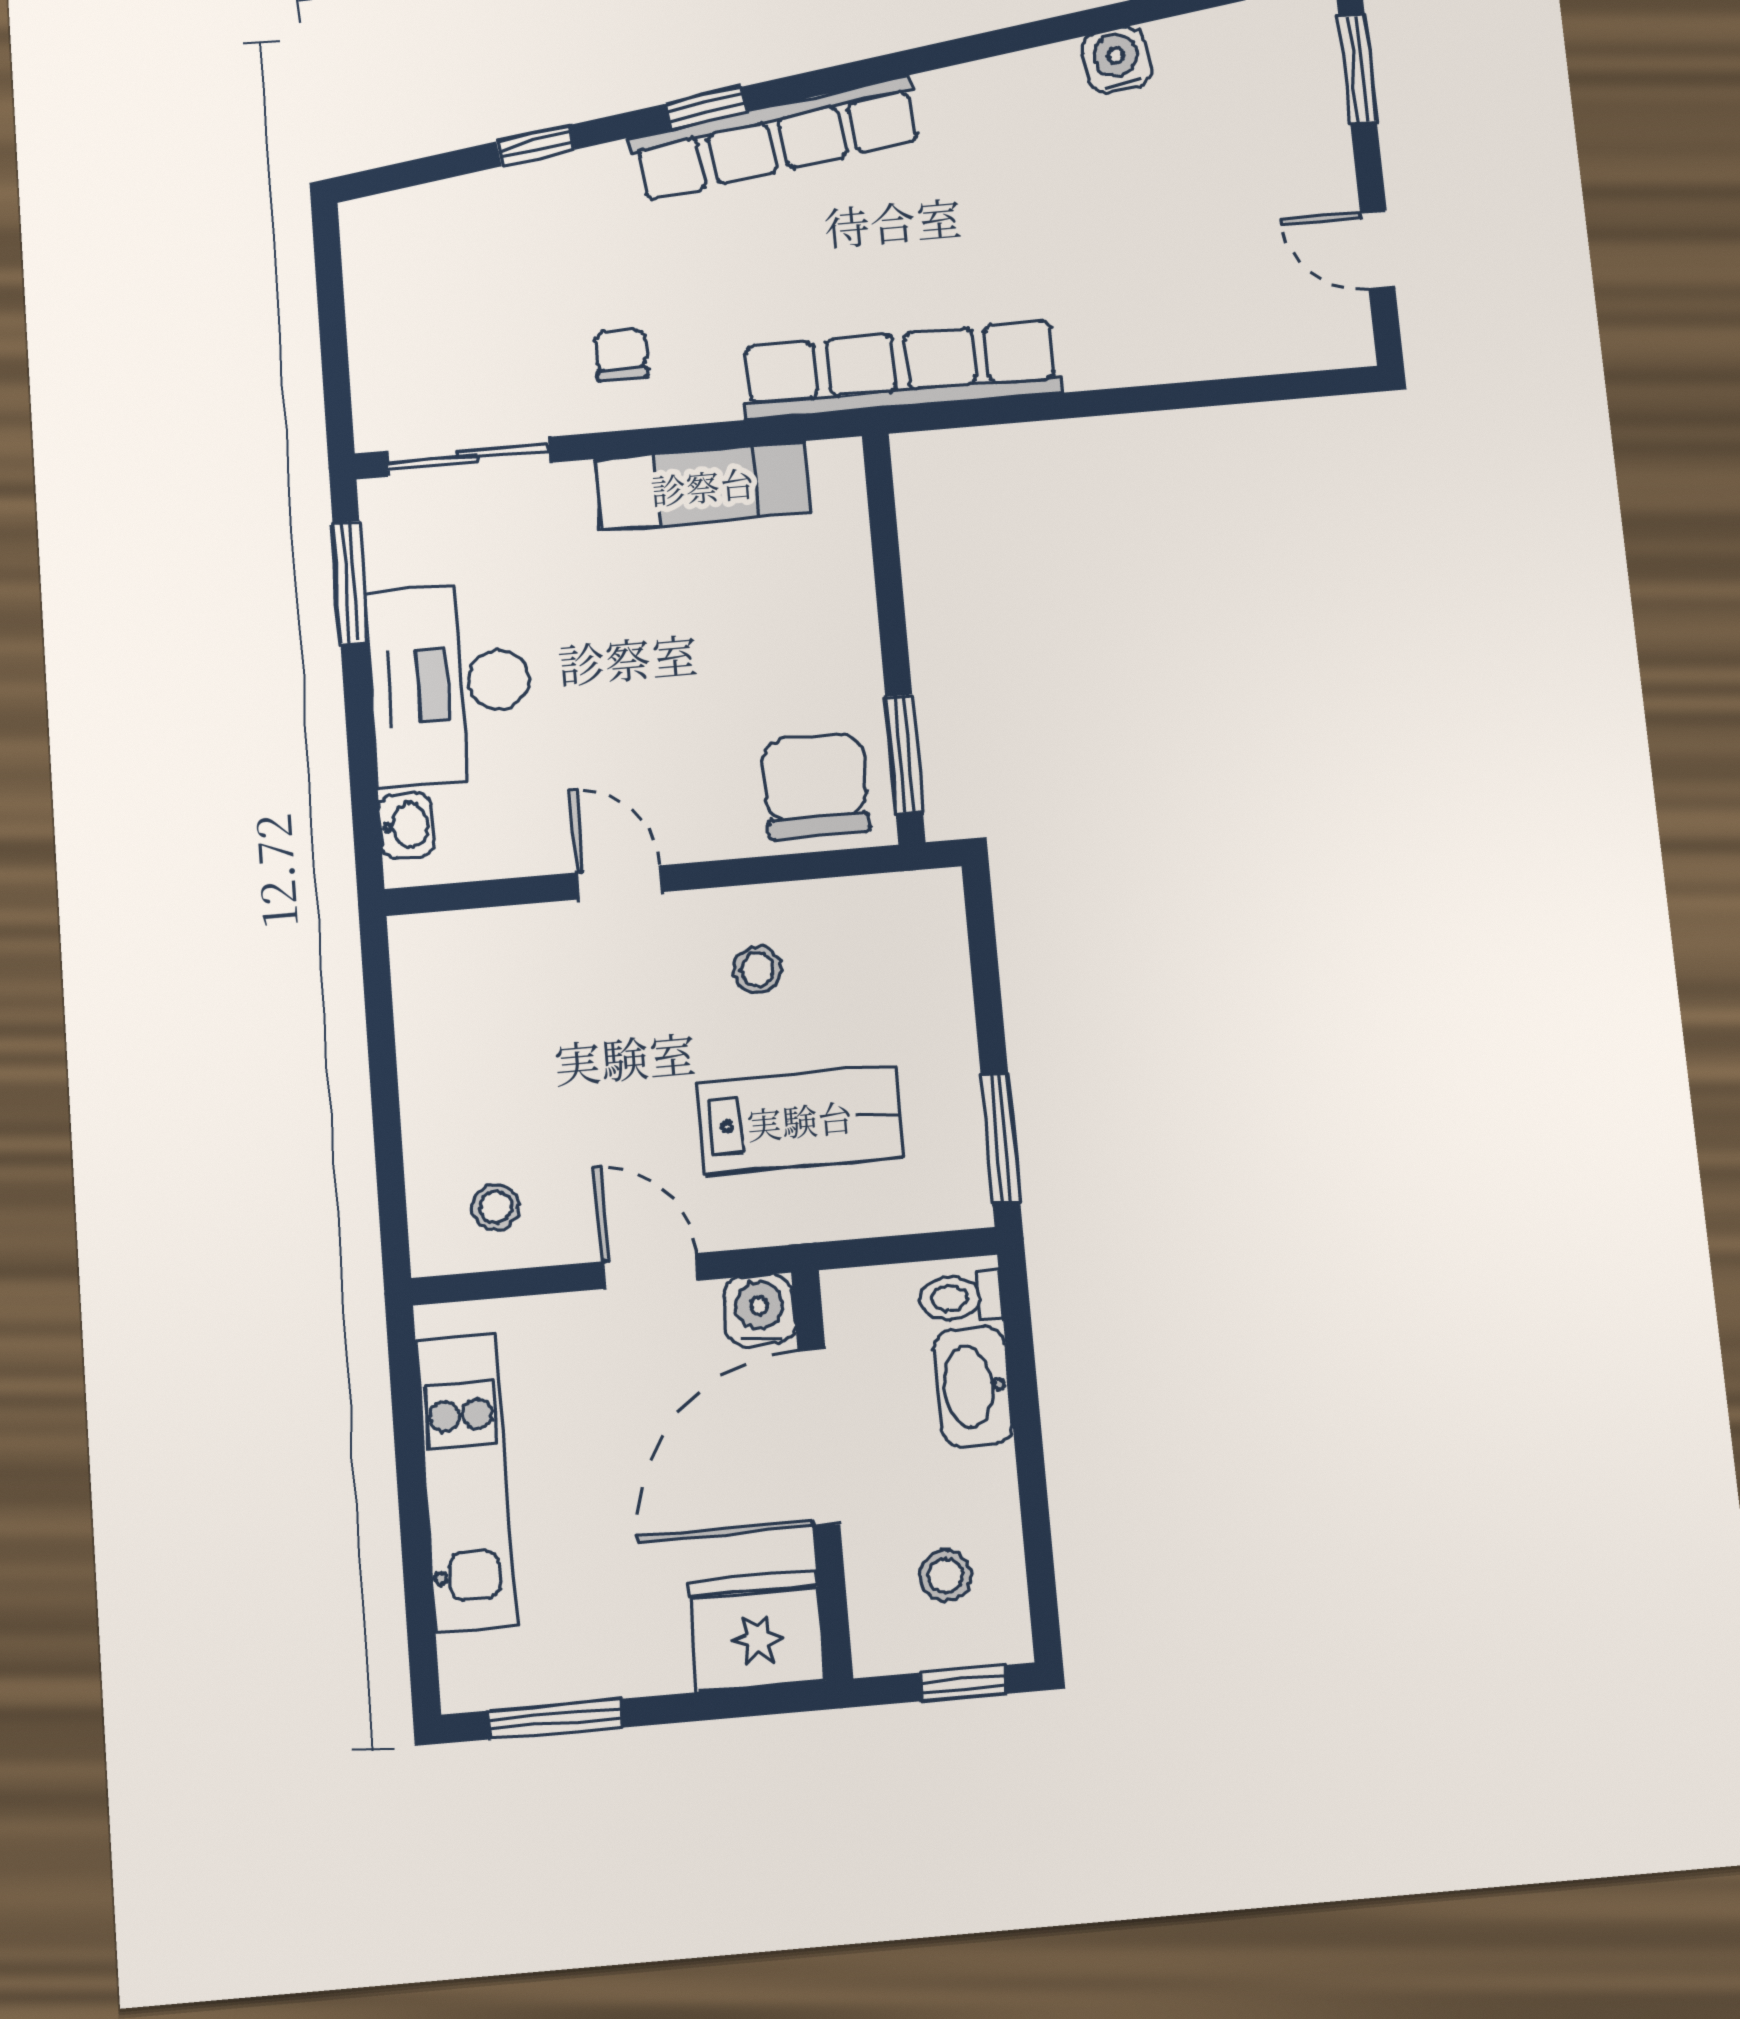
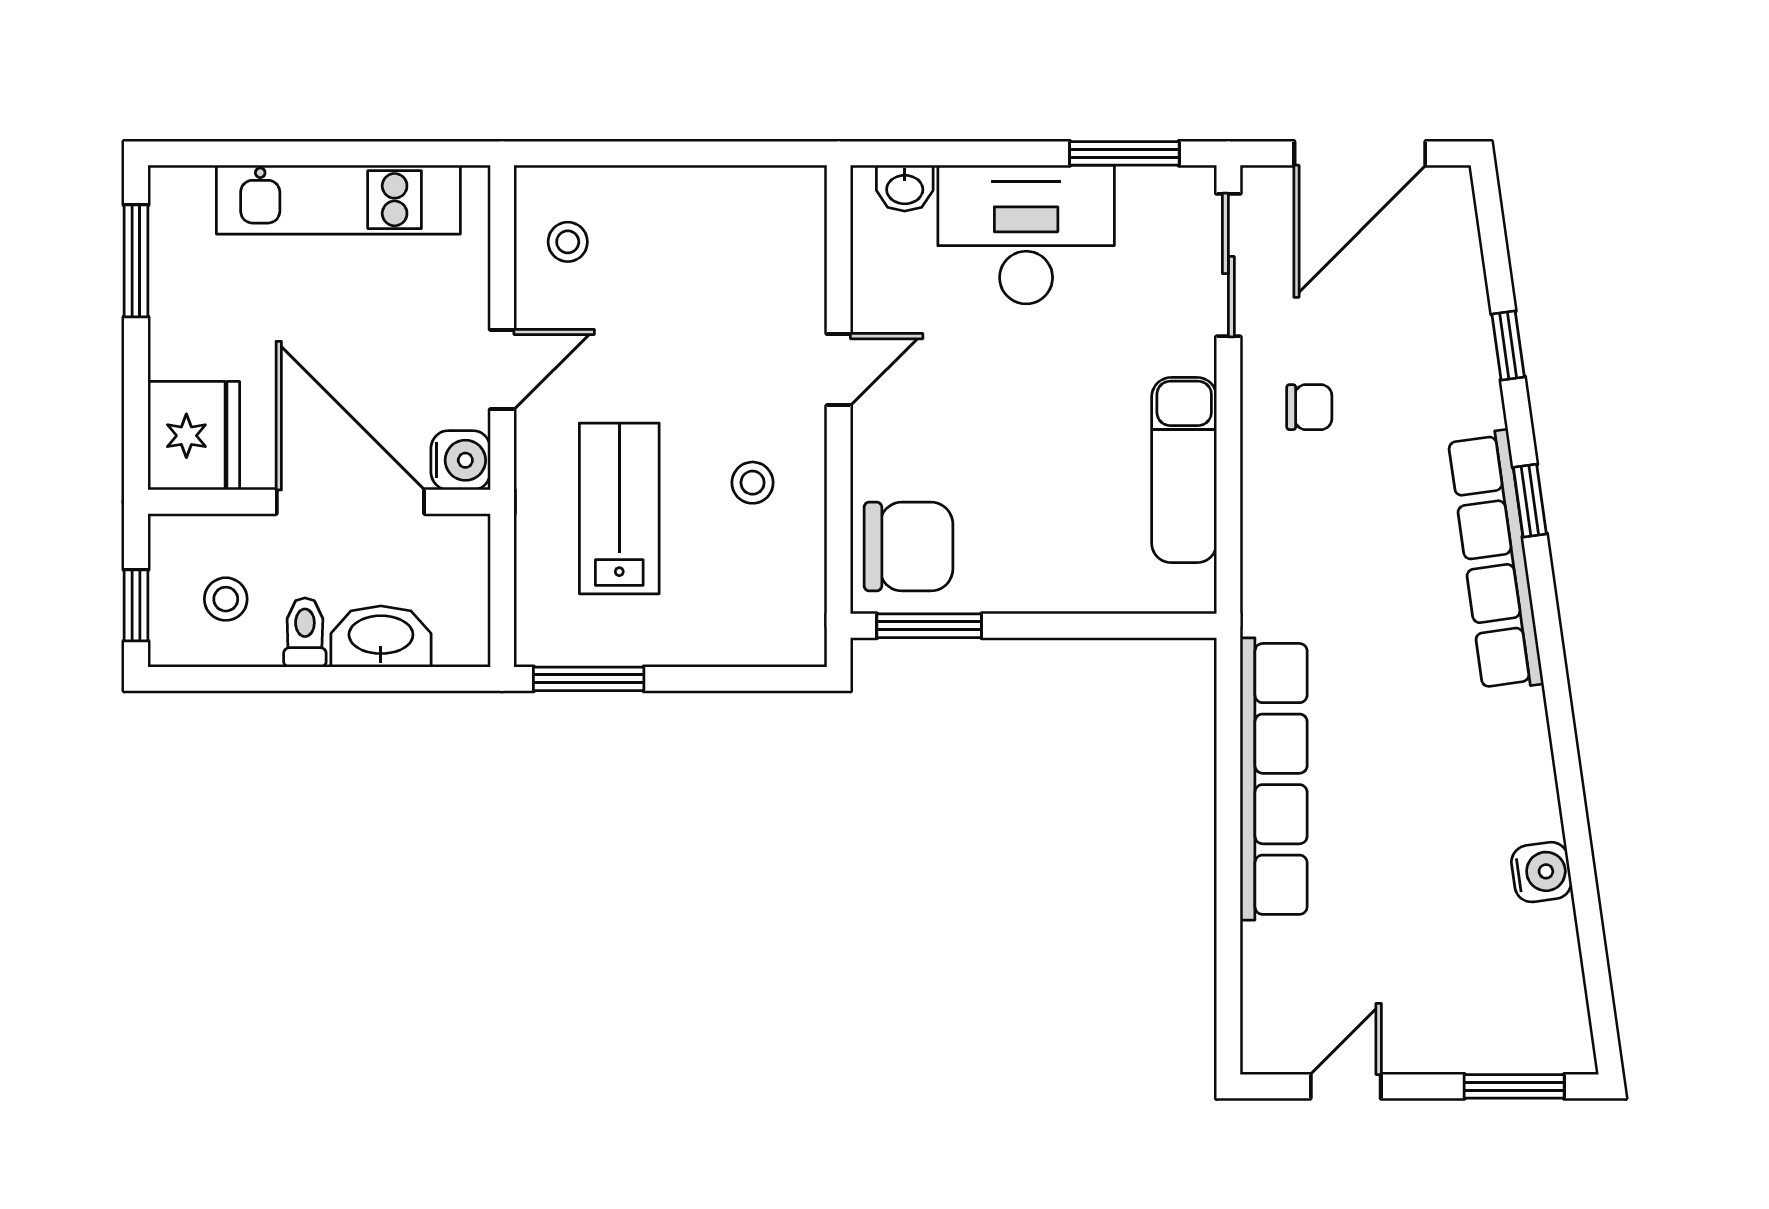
door: (332, 324) -> (1360, 153), added
row of seats: (901, 370) -> (1274, 779), moved
lab bench: (800, 1120) -> (619, 508), turned 180
toilet: (960, 1297) -> (305, 632), moved

